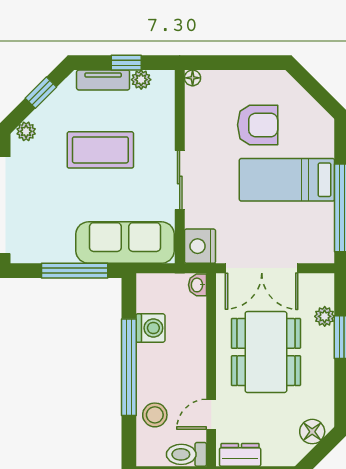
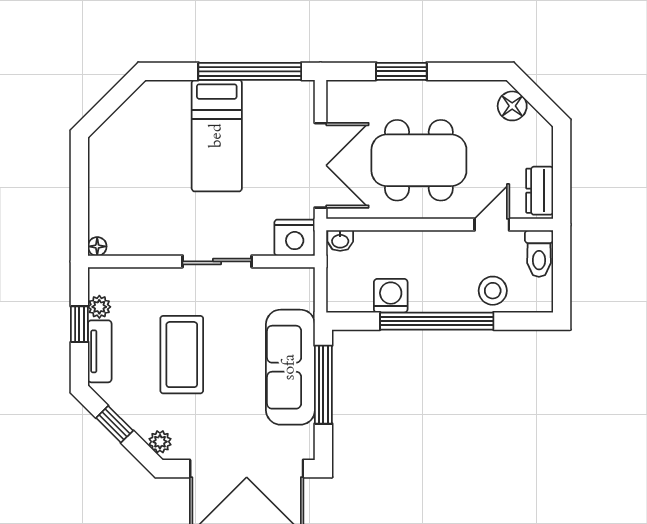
armchair: (258, 125) -> (152, 170), removed
sofa: (125, 243) -> (290, 367), moved
plant: (325, 316) -> (377, 92), removed
door: (211, 414) -> (492, 225), swing flipped

